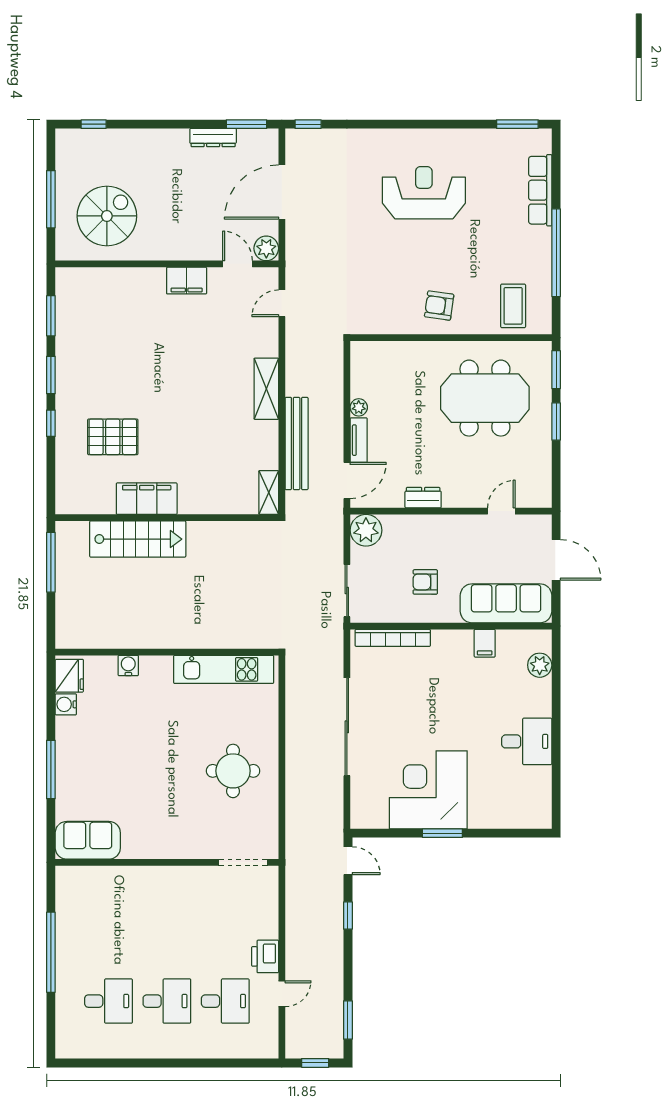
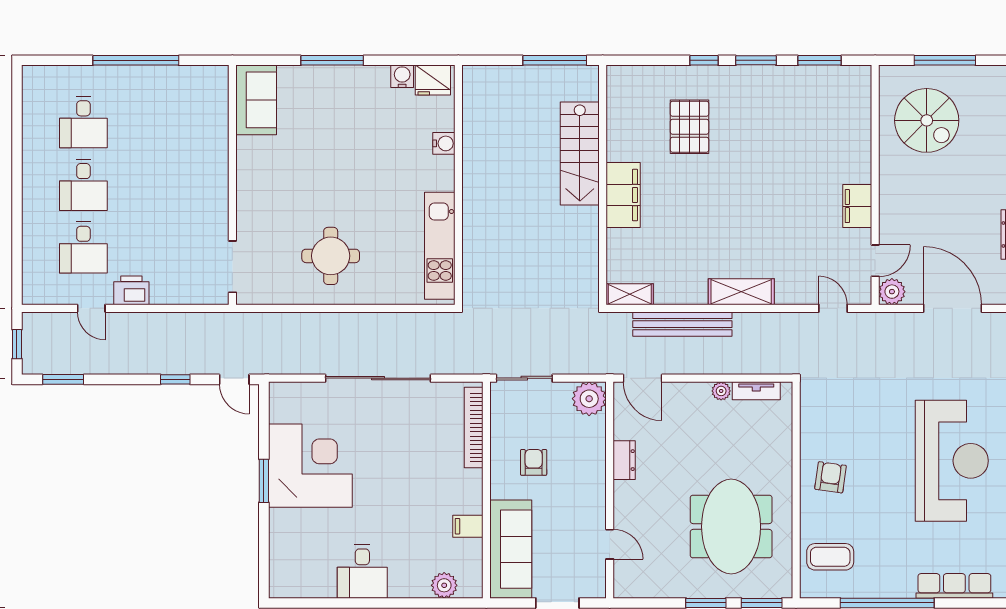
reception desk: (424, 193) -> (952, 461), width x1.36, depth x1.30
tv unit: (359, 440) -> (756, 391), moved
filing cabinet: (147, 499) -> (623, 195), moved
door: (348, 861) -> (234, 379), hinge flipped

